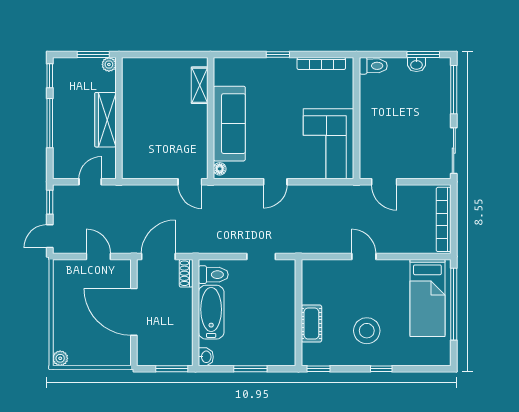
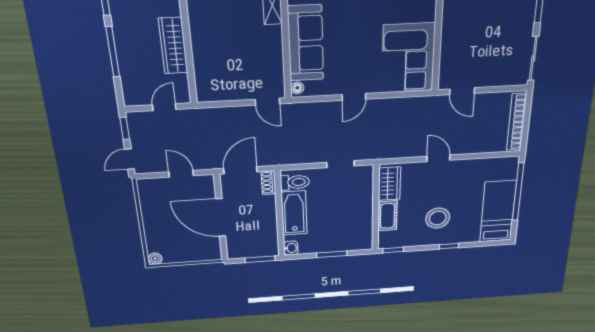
wardrobe: (313, 284) -> (389, 184), added
bed: (427, 298) -> (498, 211), moved, turned 180

